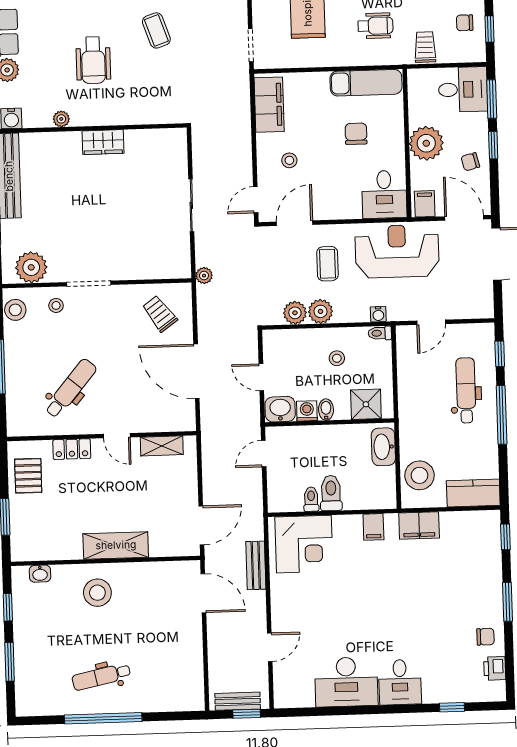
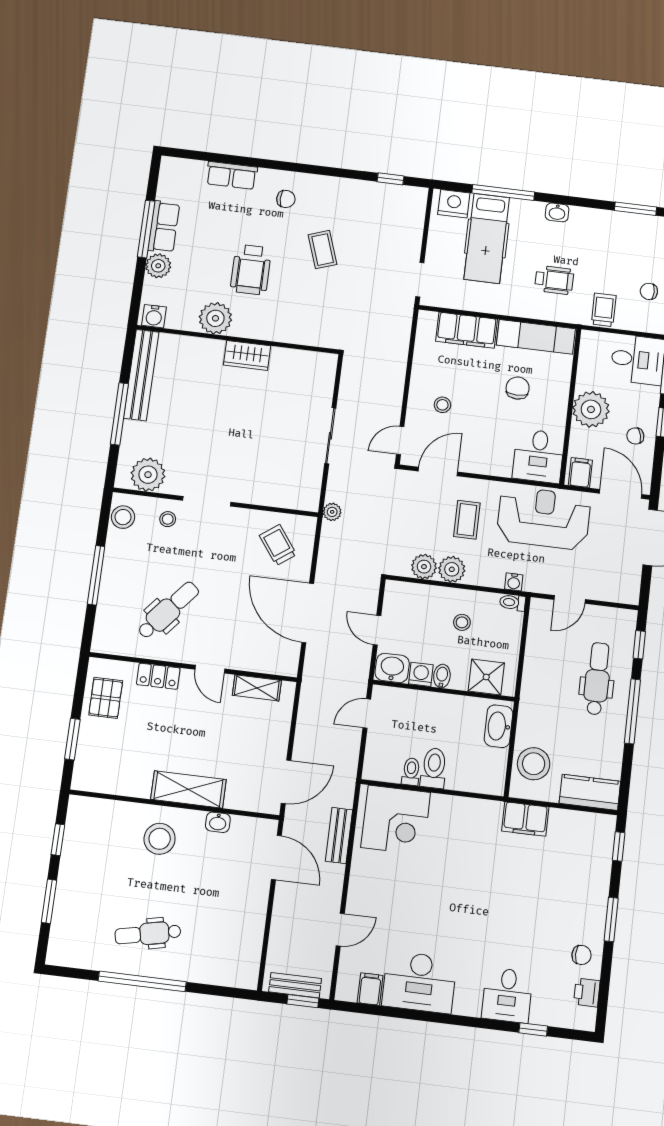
filing cabinet: (269, 105) -> (467, 330), moved, turned 90
plant: (61, 119) -> (215, 318), width x1.88, depth x1.88
filing cabinet: (373, 527) -> (370, 989), moved, turned 180
washbasin: (40, 574) -> (218, 822), moved
desk: (400, 682) -> (507, 995), moved

